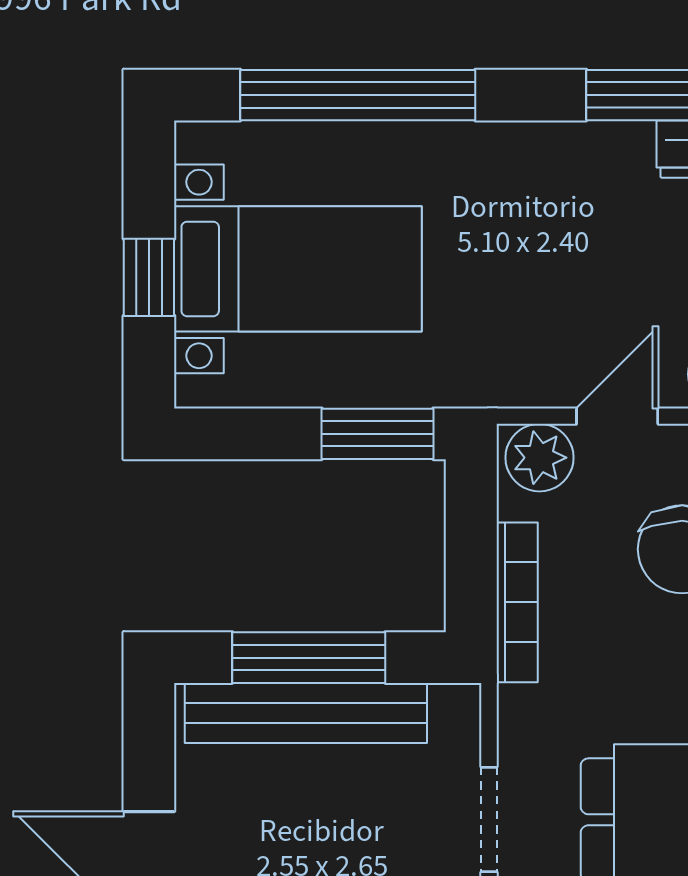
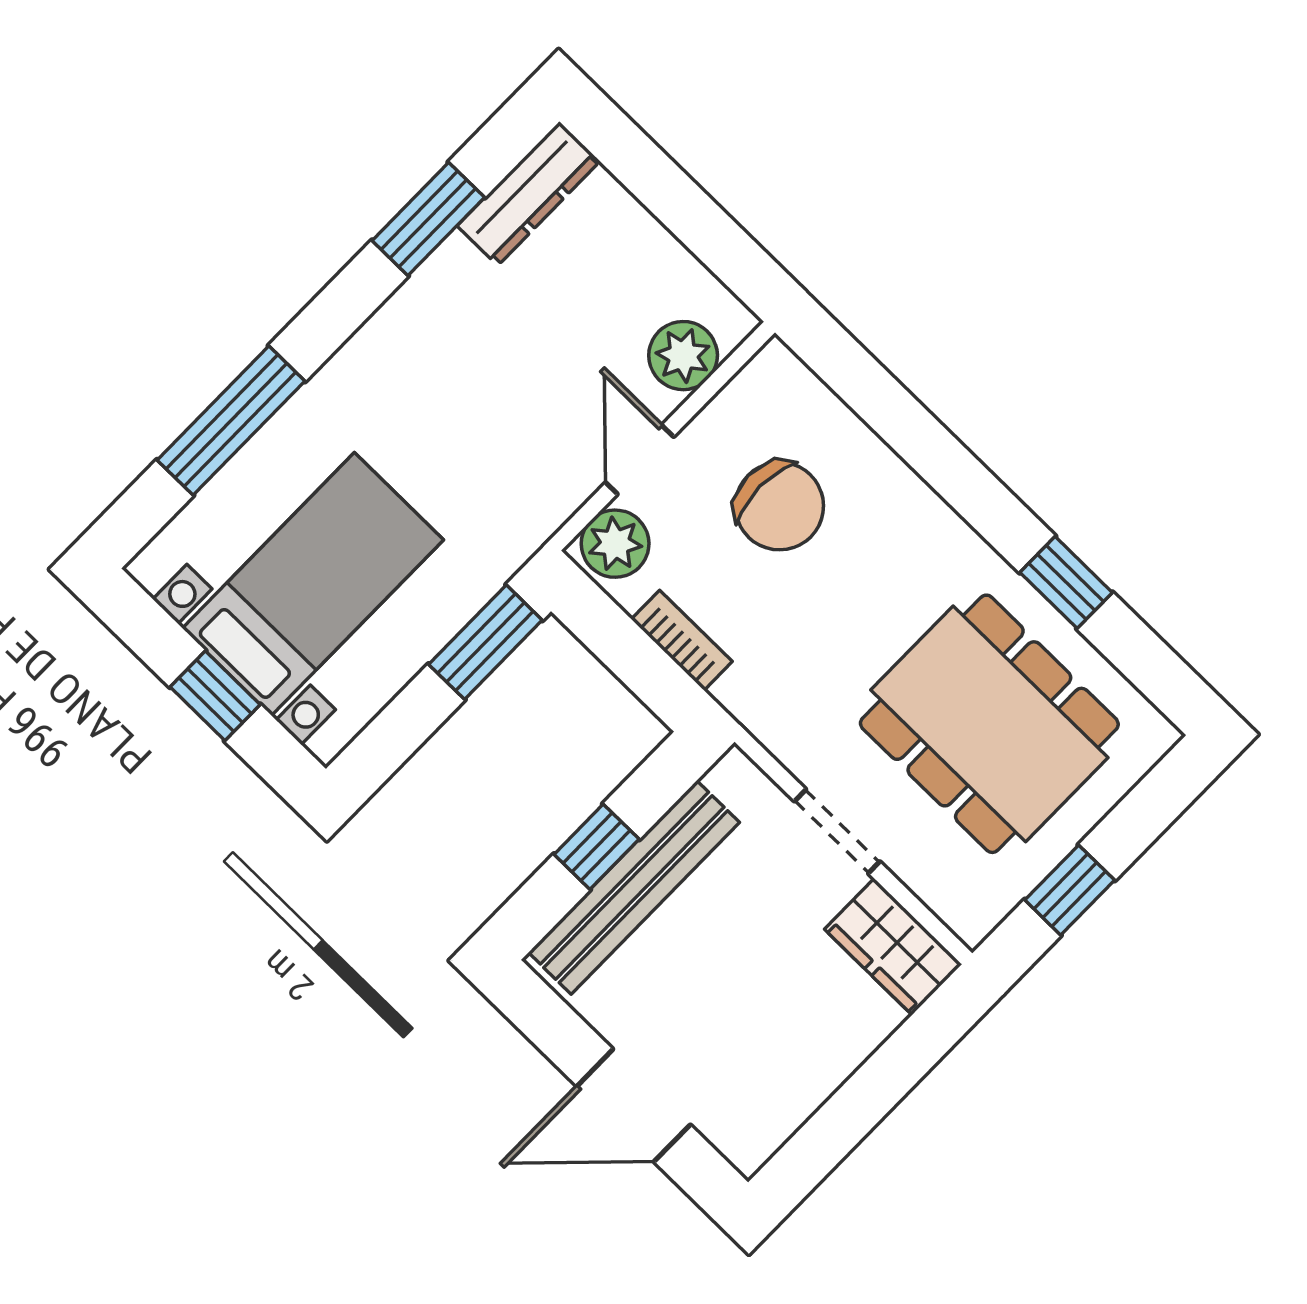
window: (358, 95) -> (231, 421), width x0.68
bookcase: (517, 602) -> (682, 640), width x0.64
window: (309, 658) -> (597, 847), width x0.46

